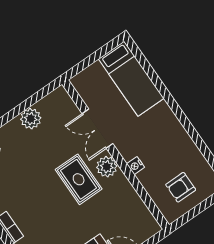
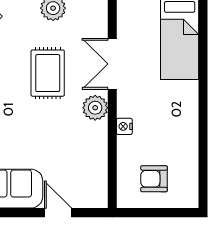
rug: (79, 179) -> (48, 73), moved

